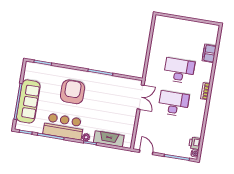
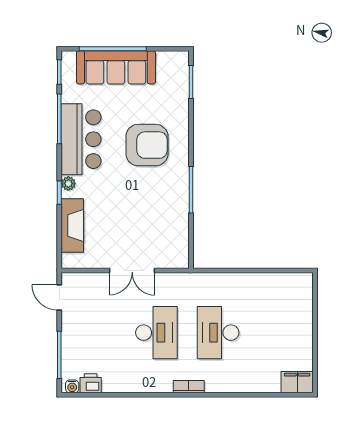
filing cabinet: (209, 53) -> (297, 382), moved
desk: (179, 71) -> (218, 333), turned 180
double door: (141, 97) -> (132, 271), moved
door: (146, 152) -> (59, 297), swing flipped

